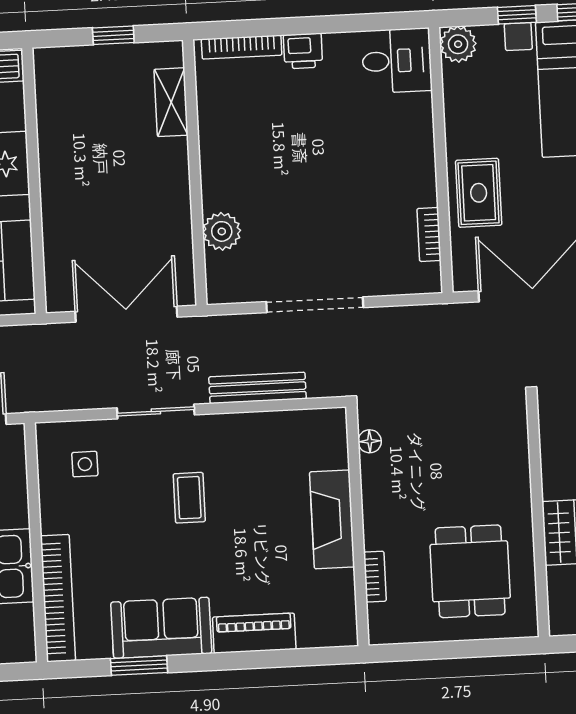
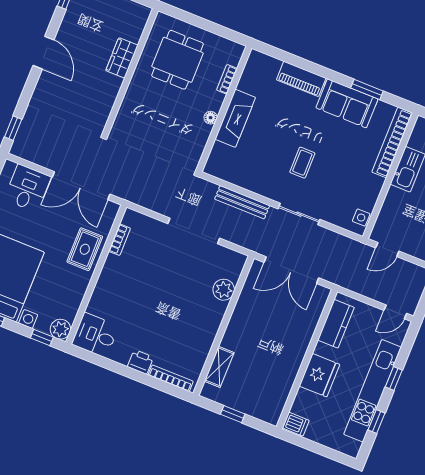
window: (517, 15) -> (42, 338), moved
floor lamp: (370, 441) -> (211, 118), moved
side table: (85, 464) -> (361, 218), moved

